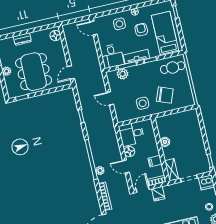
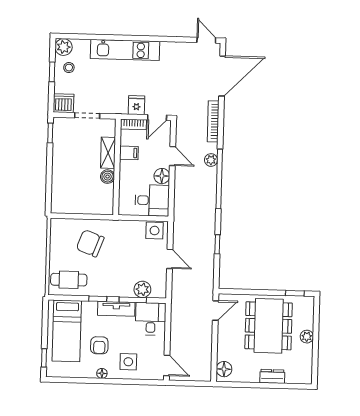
side table: (143, 103) -> (155, 231), moved
shelving: (172, 170) -> (108, 153), moved

